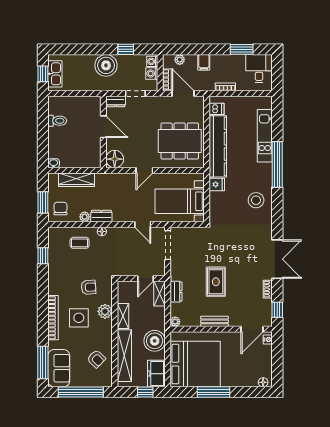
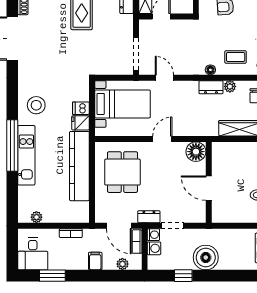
washing machine: (152, 61) -> (153, 235), moved
dresser: (116, 101) -> (149, 217), moved
plant: (256, 101) -> (36, 217), added
dishwasher: (217, 109) -> (81, 108), moved
kitchen unit: (265, 136) -> (26, 155), moved
dining table: (180, 141) -> (122, 172), width x0.73

